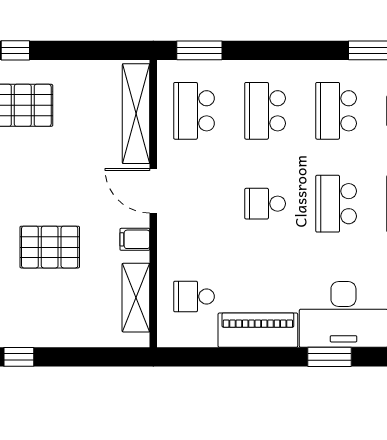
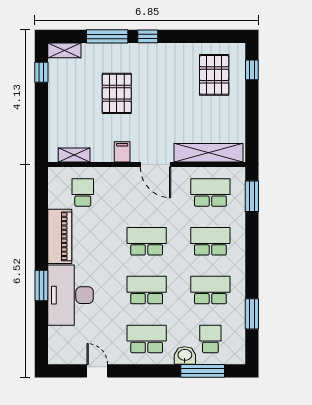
door: (153, 191) -> (155, 165), swing flipped
school desk: (265, 204) -> (147, 241), width x1.85
shelving: (136, 298) -> (74, 155), width x0.67, depth x0.75

